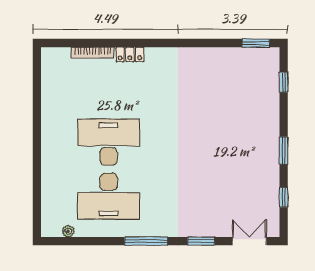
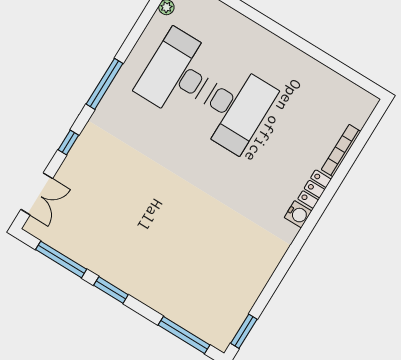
water cooler: (154, 55) -> (298, 214), added
window: (284, 82) -> (184, 335), width x2.17
window: (284, 197) -> (61, 259), width x2.17
window: (201, 241) -> (68, 143), width x0.67

